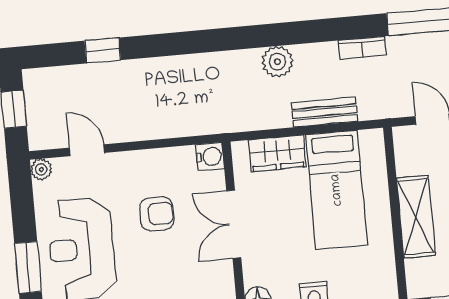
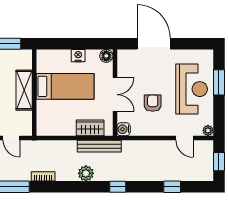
window: (211, 41) -> (118, 187), added
bench: (324, 112) -> (99, 146), moved, width x1.36
bed: (337, 190) -> (65, 86), moved, turned 90
armchair: (157, 214) -> (153, 103), turned 90

